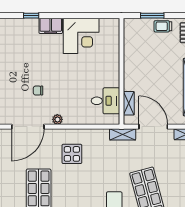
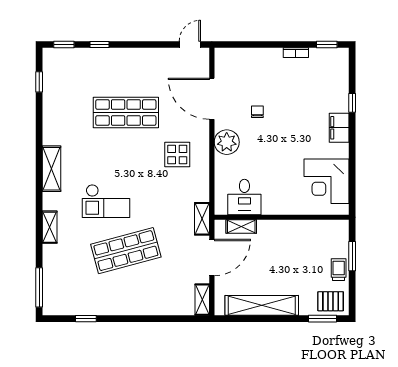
corner desk: (81, 36) -> (327, 181), moved
plant: (57, 119) -> (227, 142), width x1.88, depth x1.88

